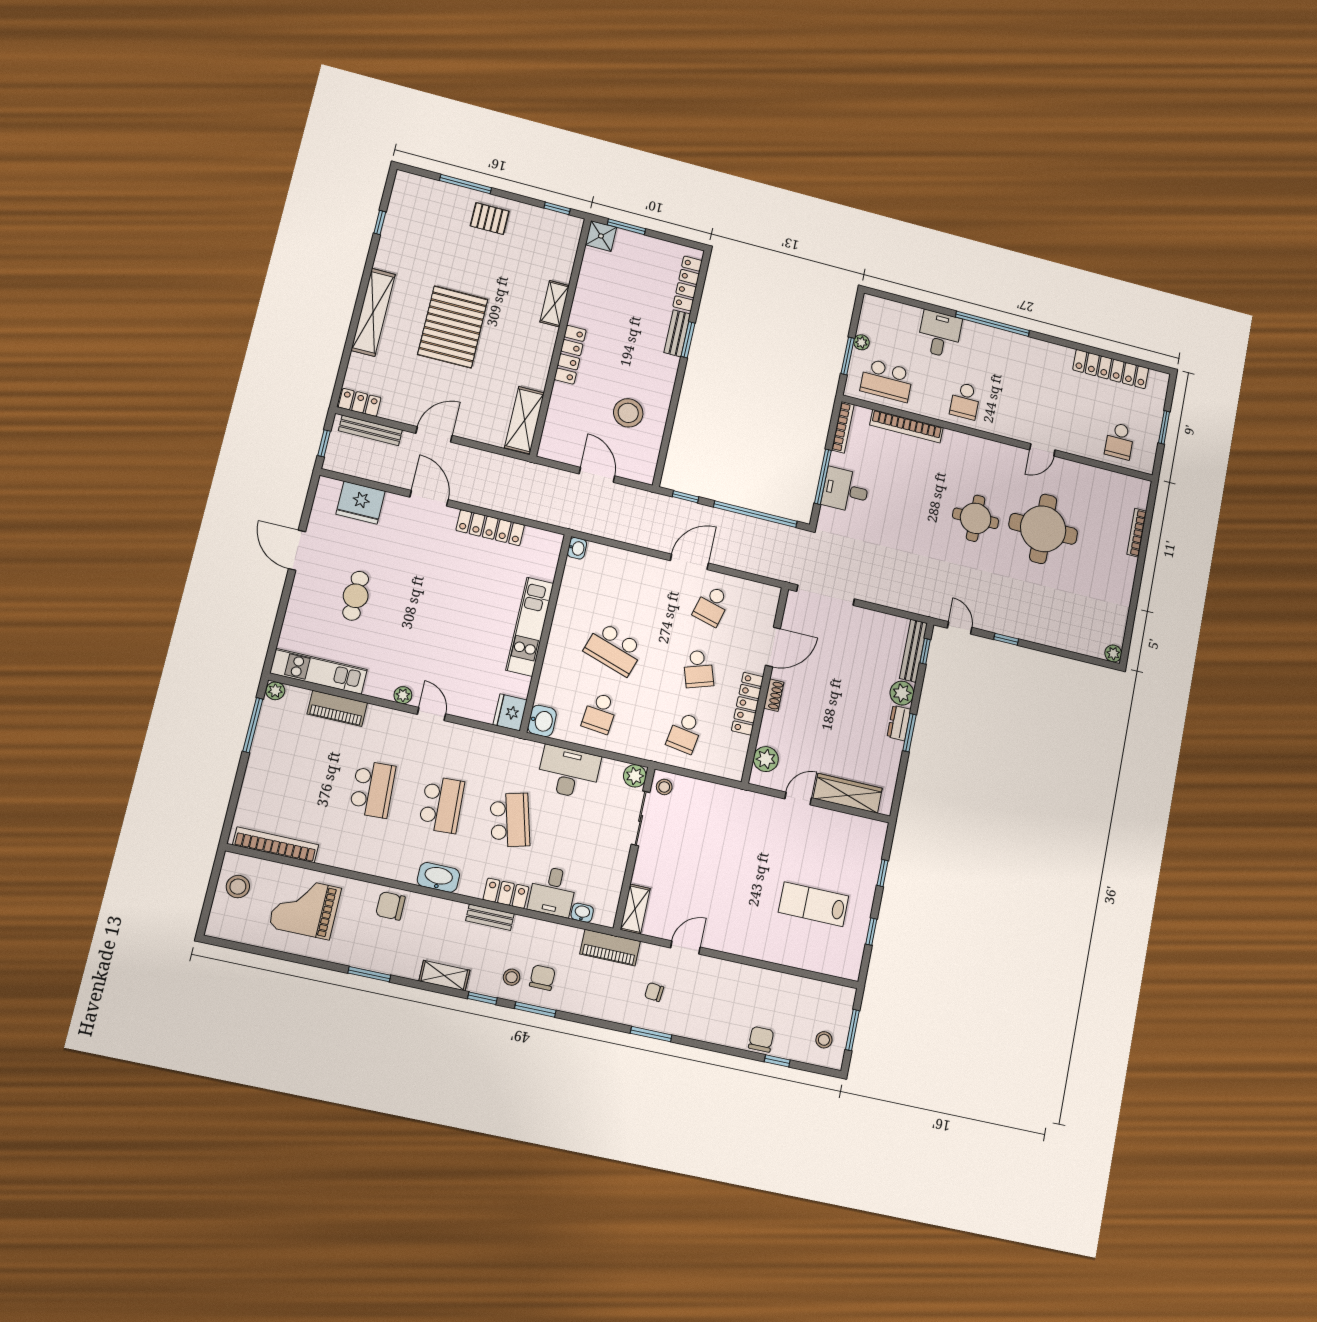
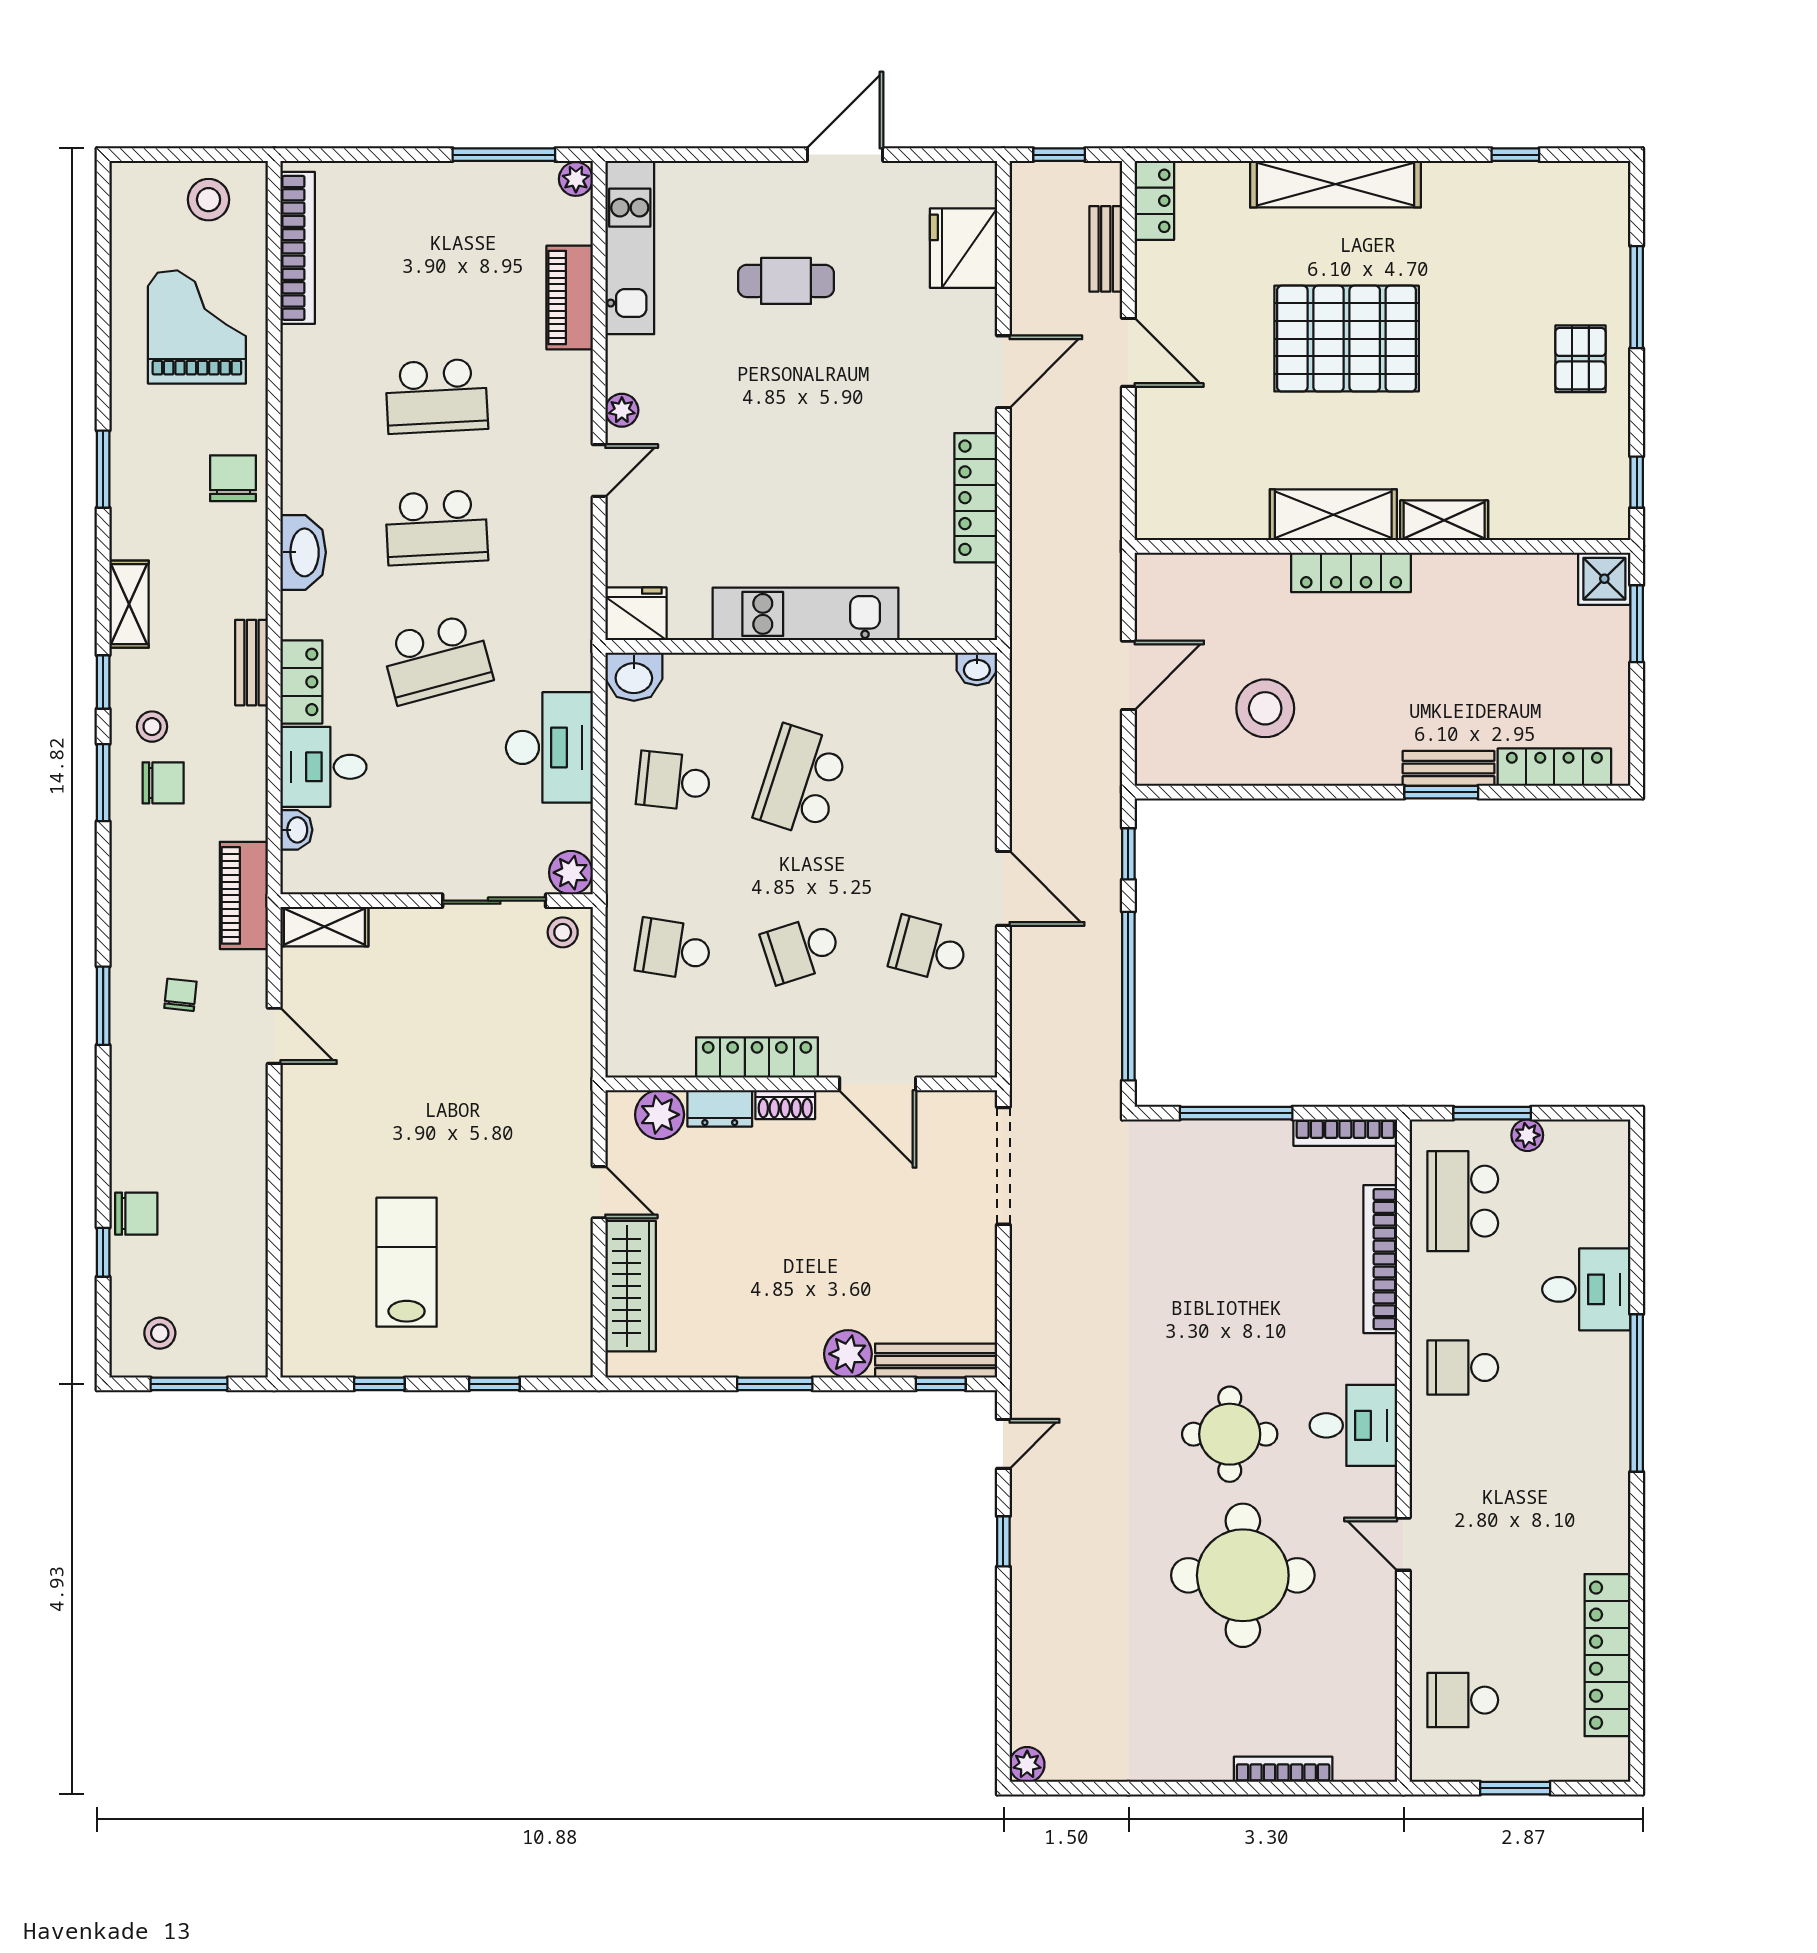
shelving: (524, 420) -> (1333, 515), moved
bench: (370, 430) -> (1106, 249), width x0.73
desk: (845, 490) -> (1353, 1425), moved, turned 90
dresser: (899, 723) -> (720, 1108), moved, turned 180

